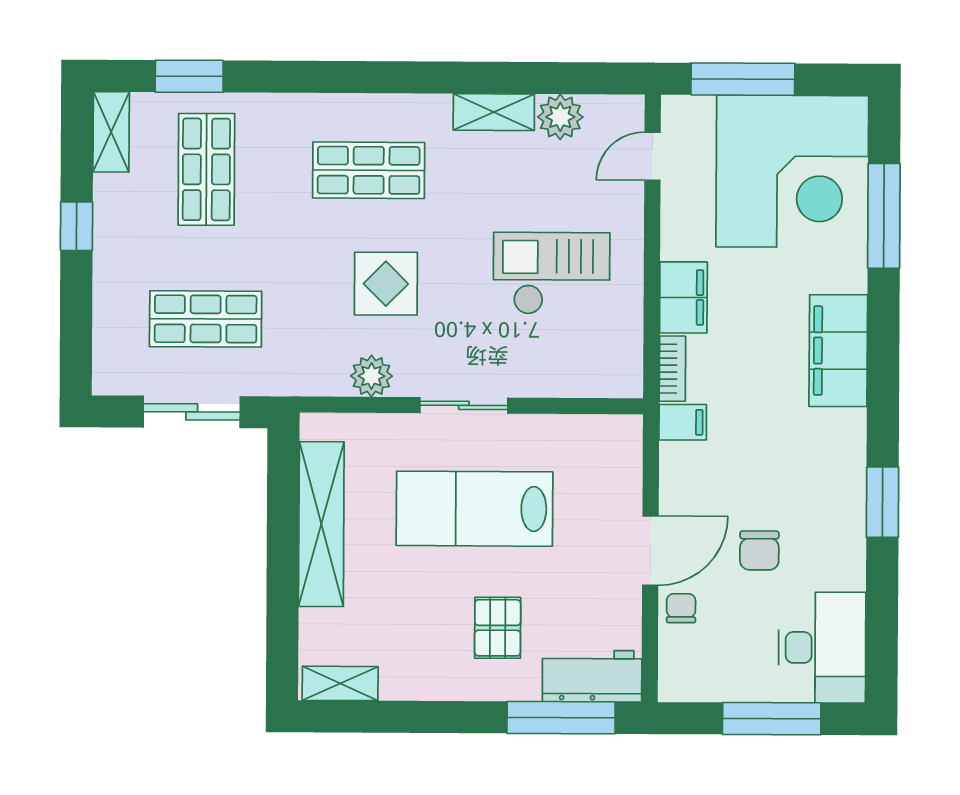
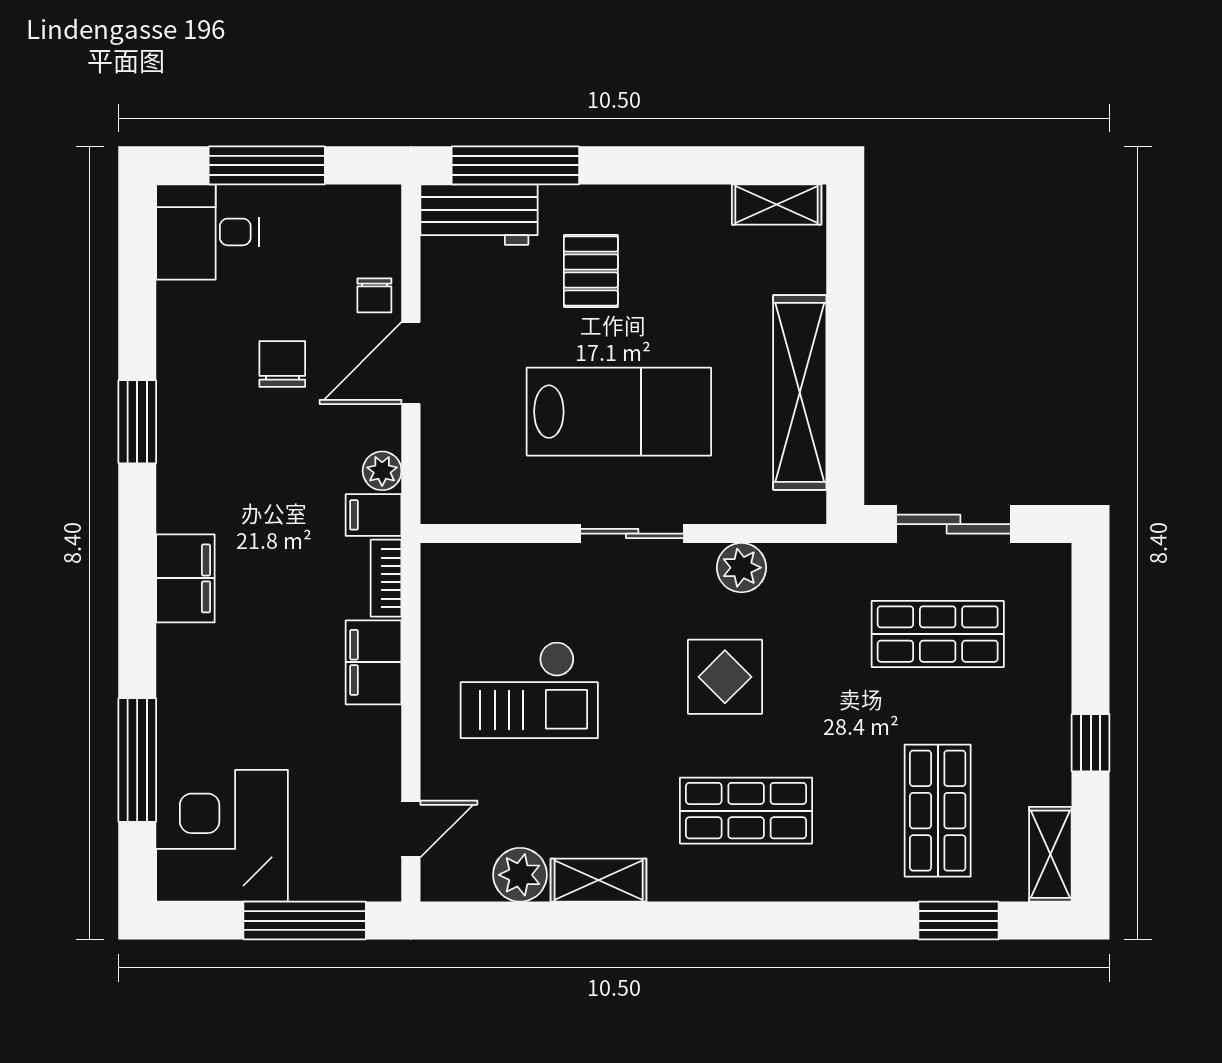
corner desk: (792, 171) -> (222, 836), width x0.74, depth x0.74
filing cabinet: (838, 351) -> (185, 578), width x0.67, depth x0.86
plant: (675, 460) -> (382, 471), added
desk: (822, 648) -> (207, 232), width x0.73

